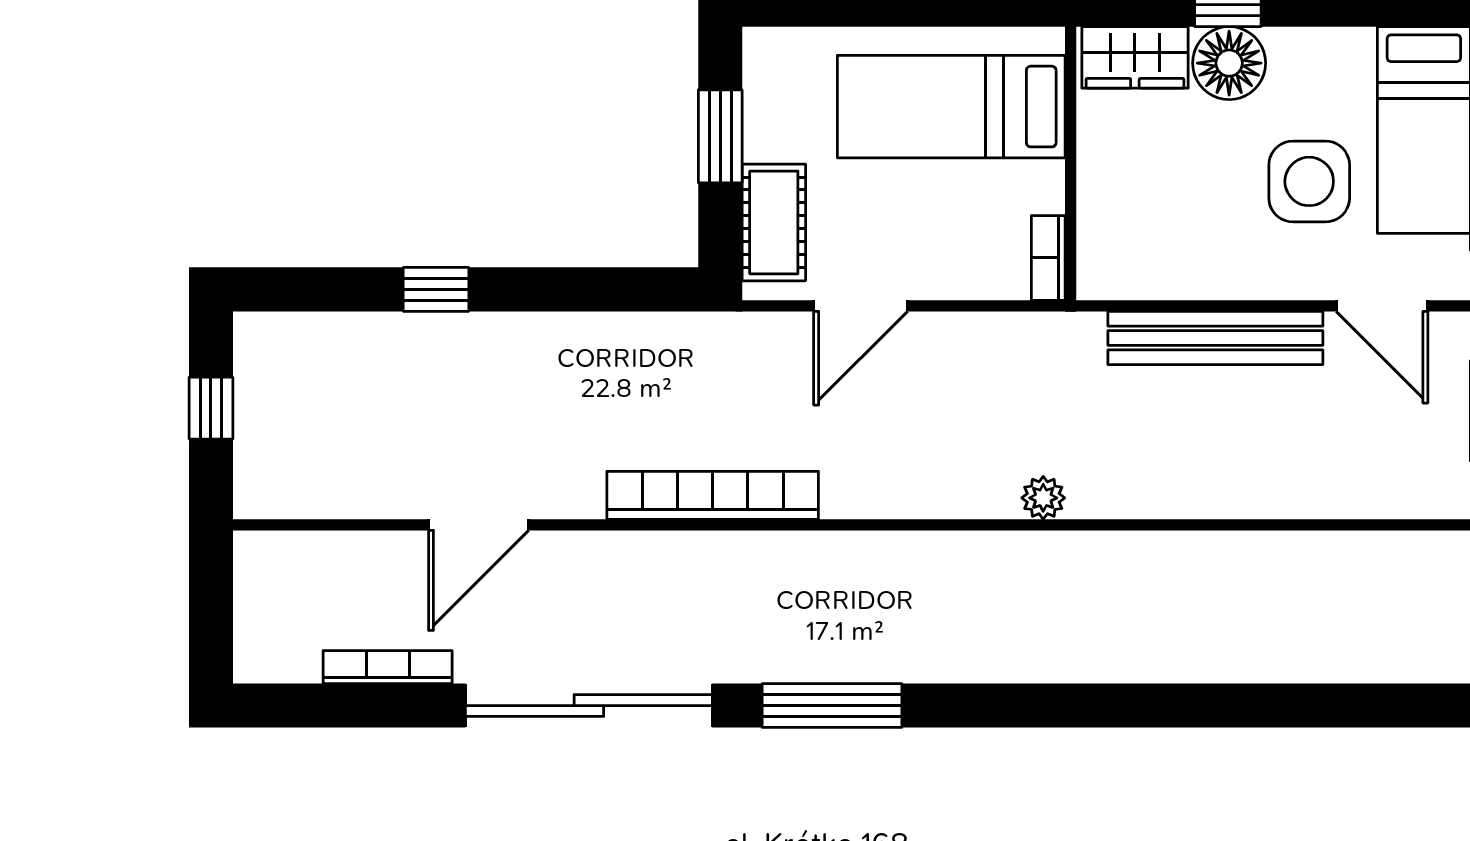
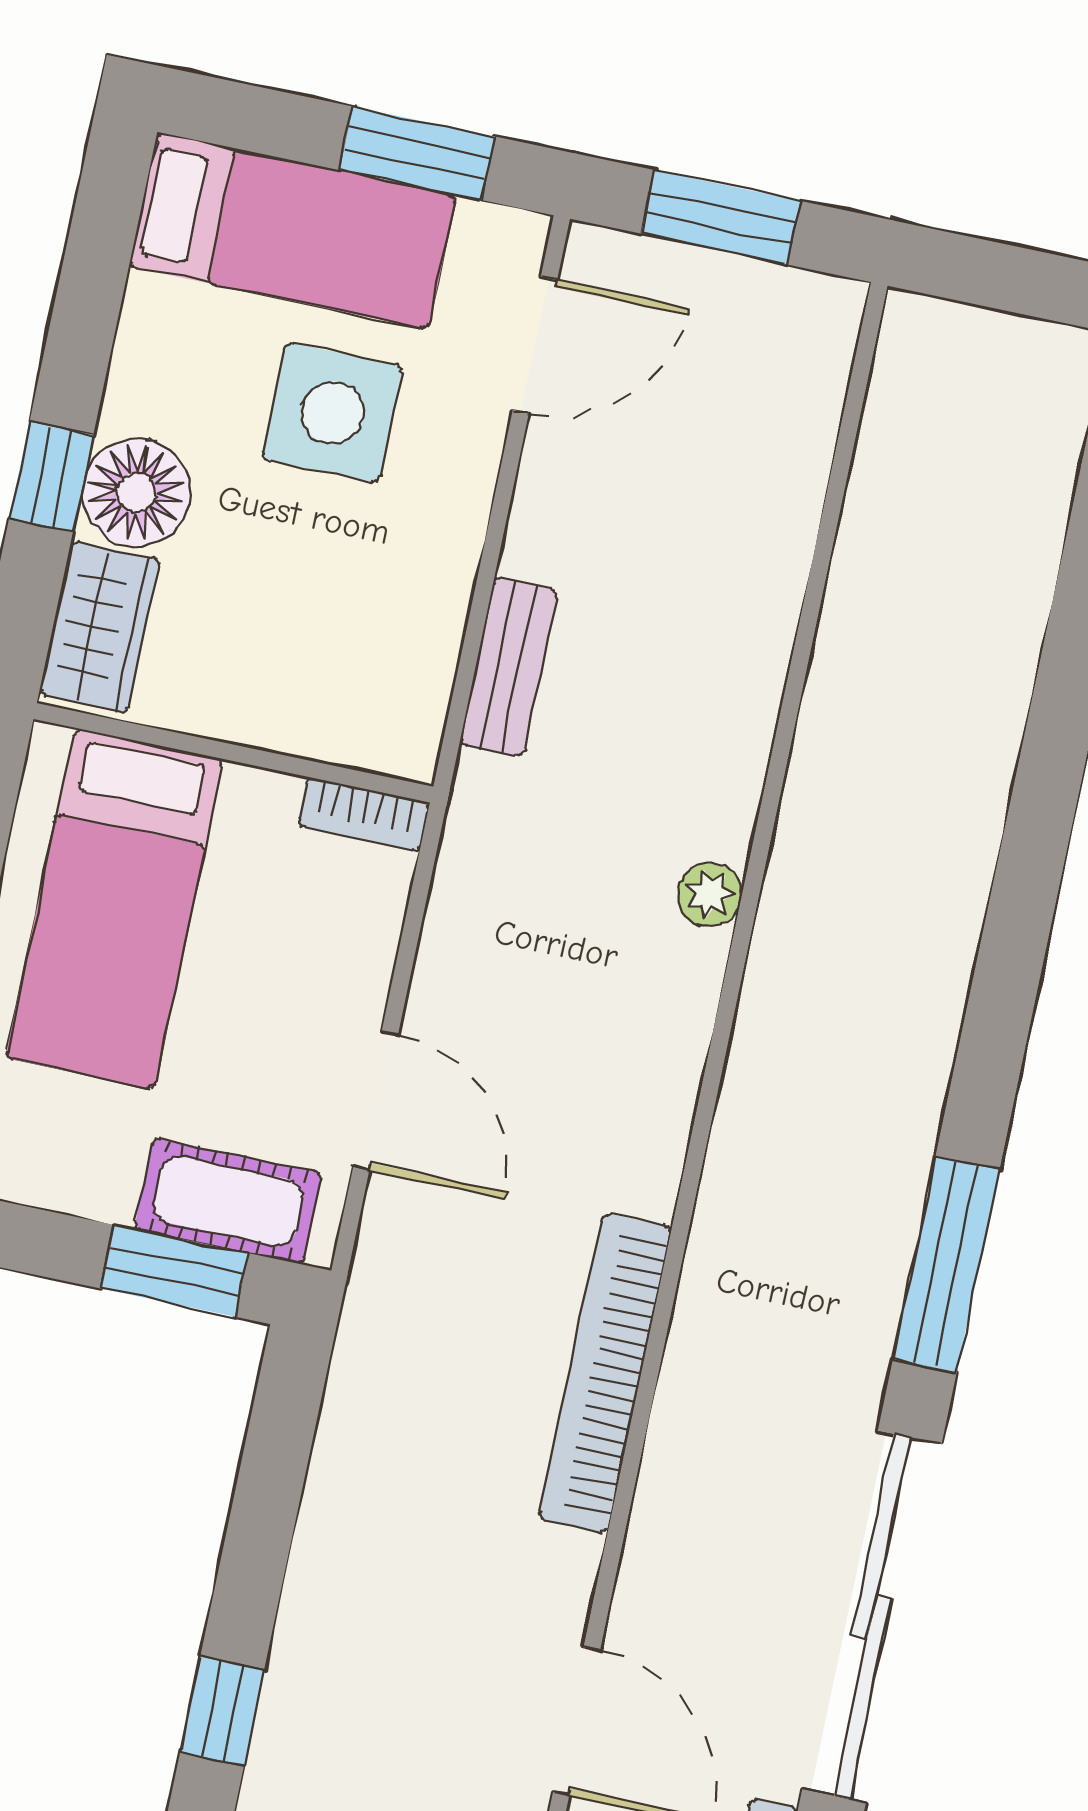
window: (720, 136) -> (174, 1271), moved
bench: (1215, 338) -> (509, 667), width x0.54, depth x0.82

